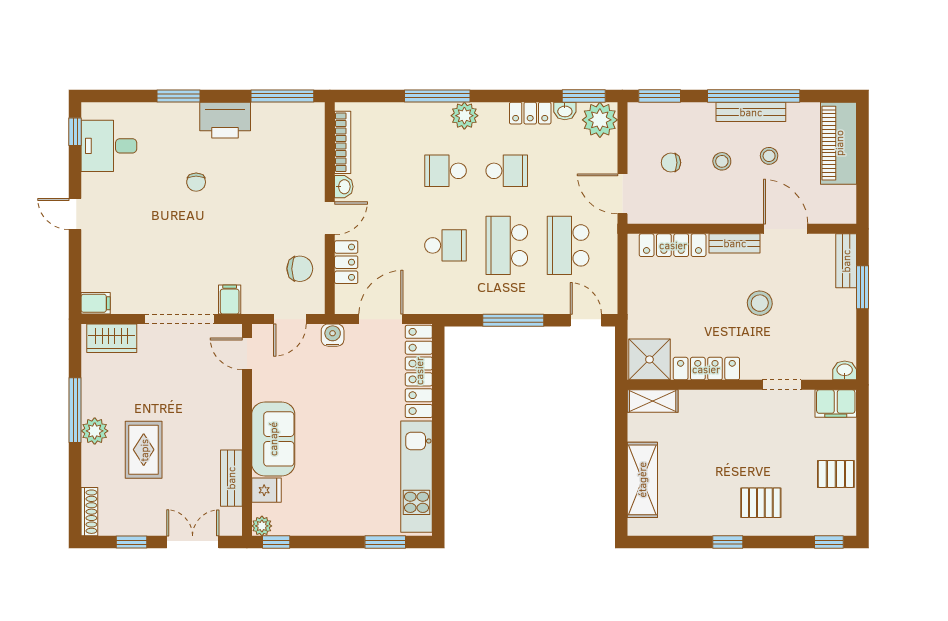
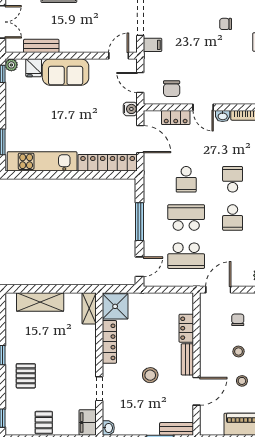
school desk: (568, 245) -> (186, 256), turned 180
locker: (673, 245) -> (186, 328), width x0.66

